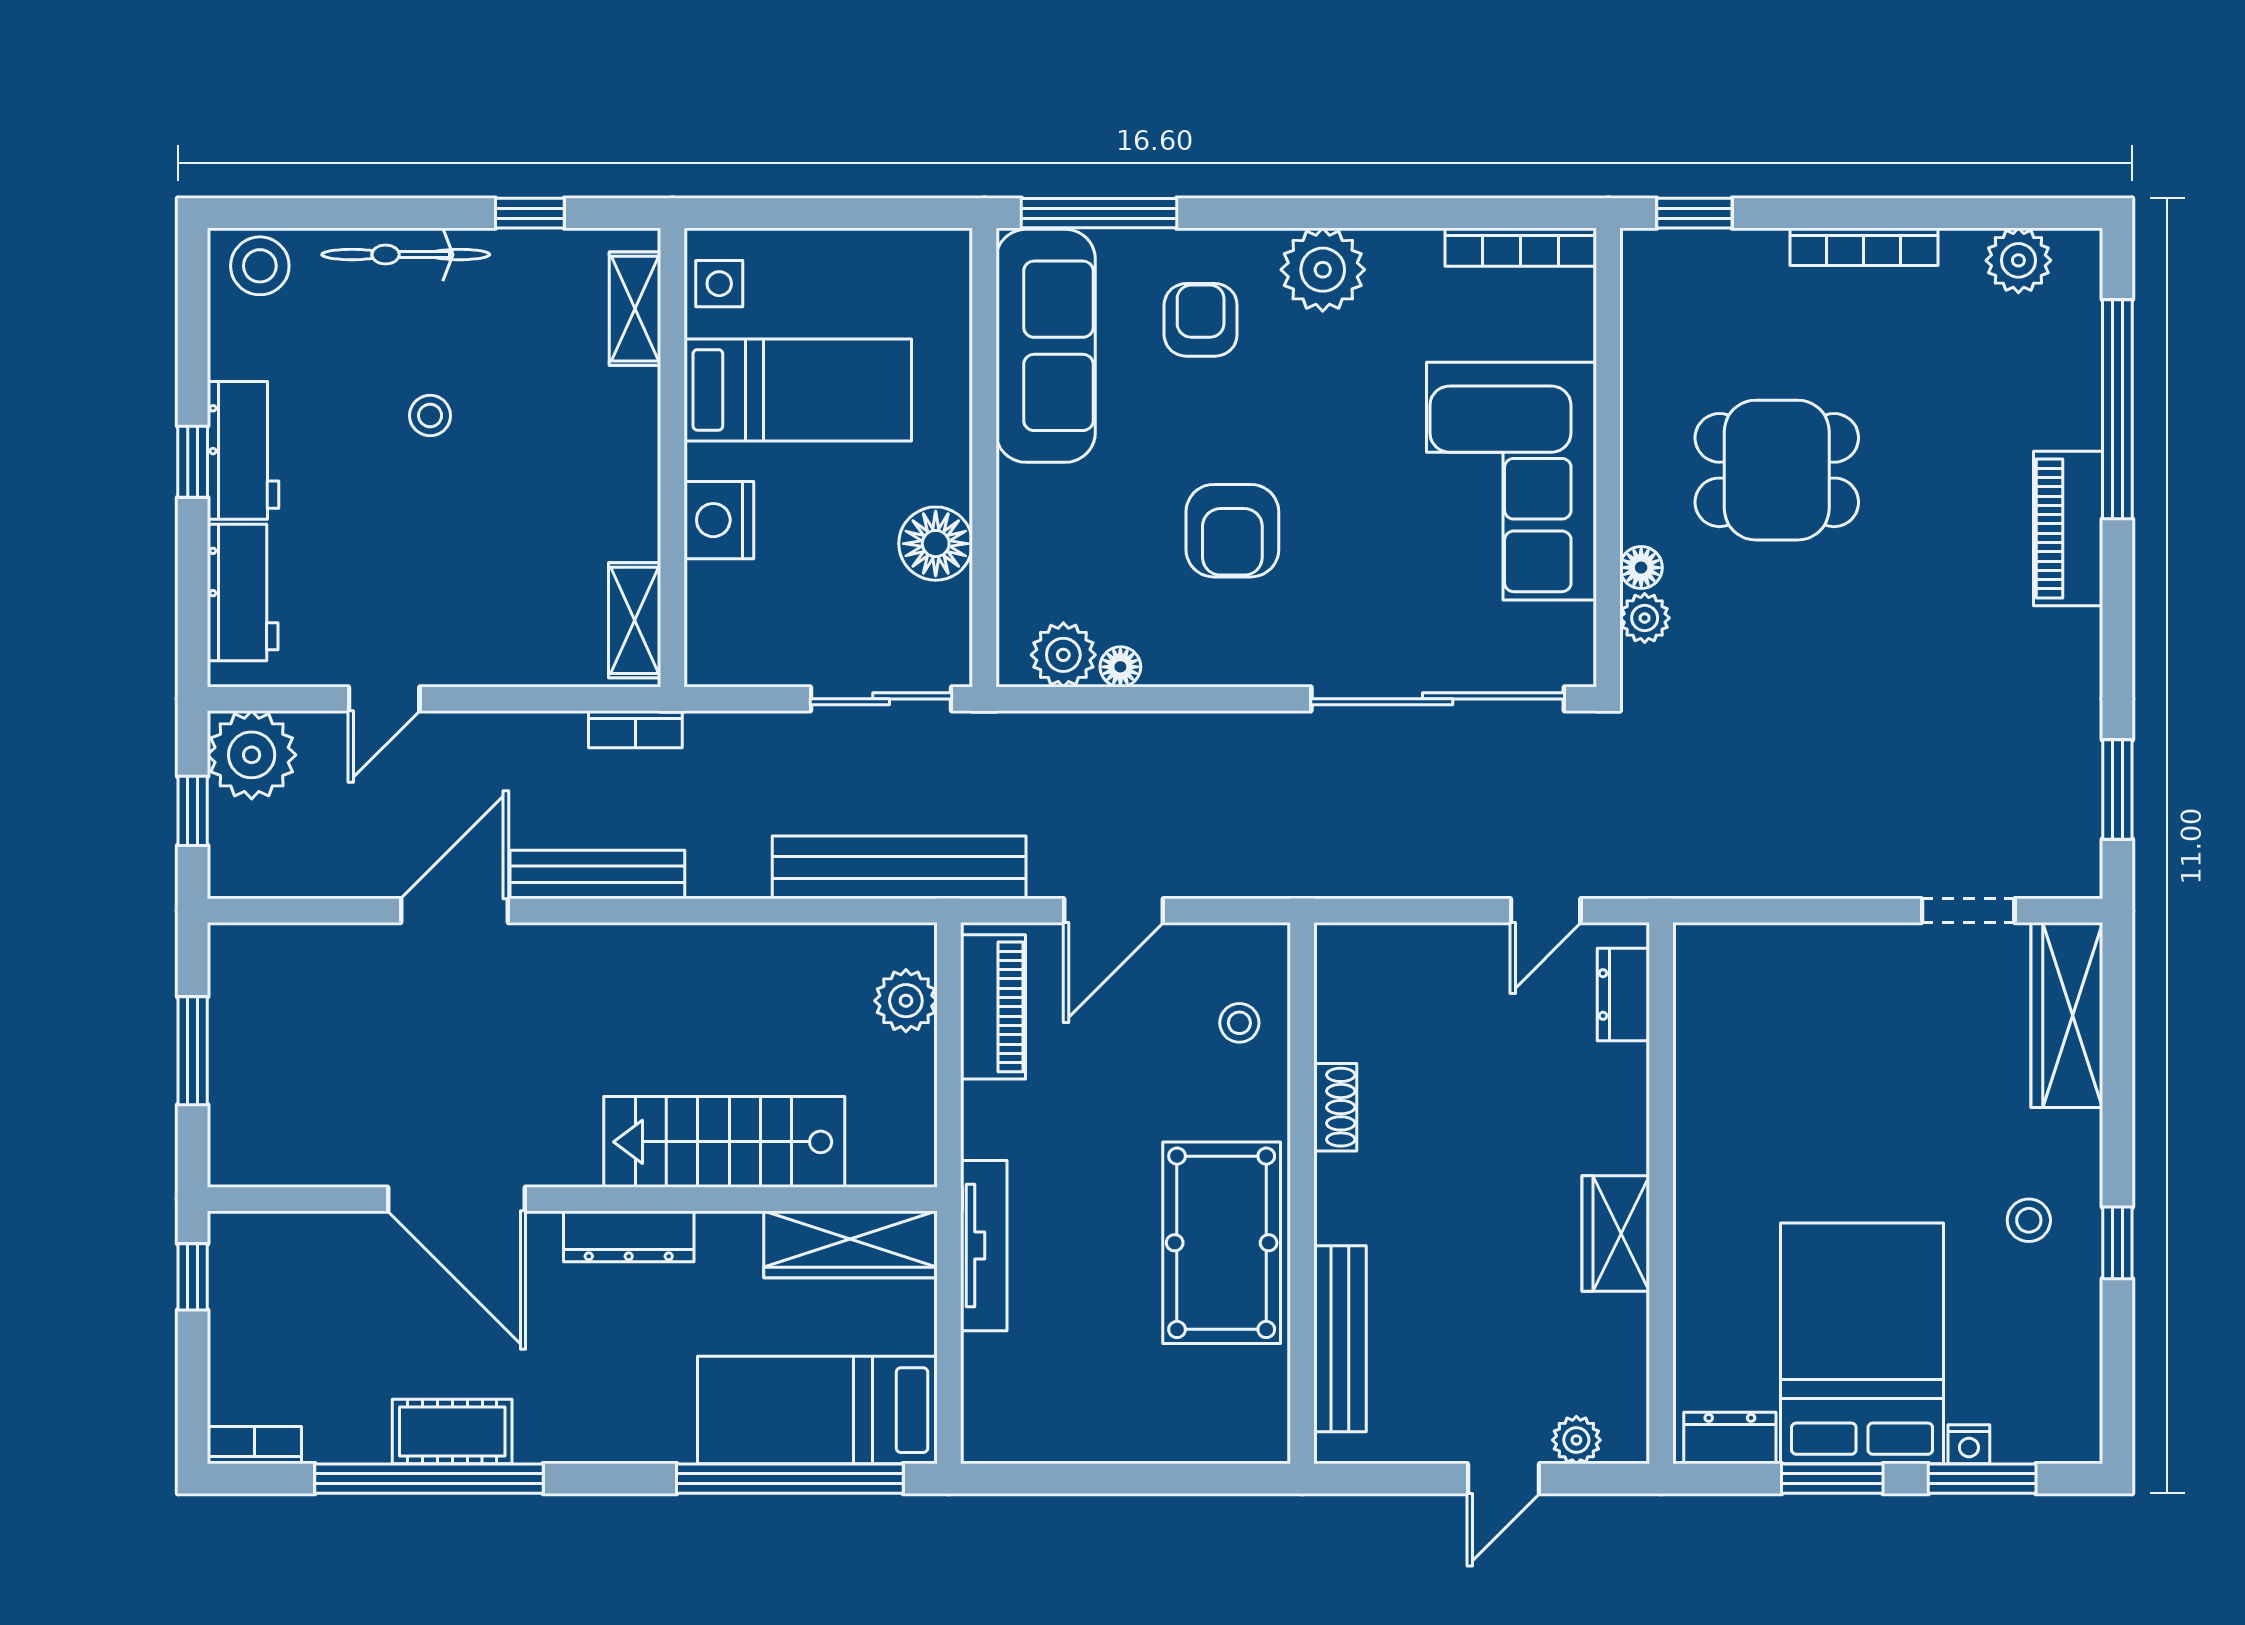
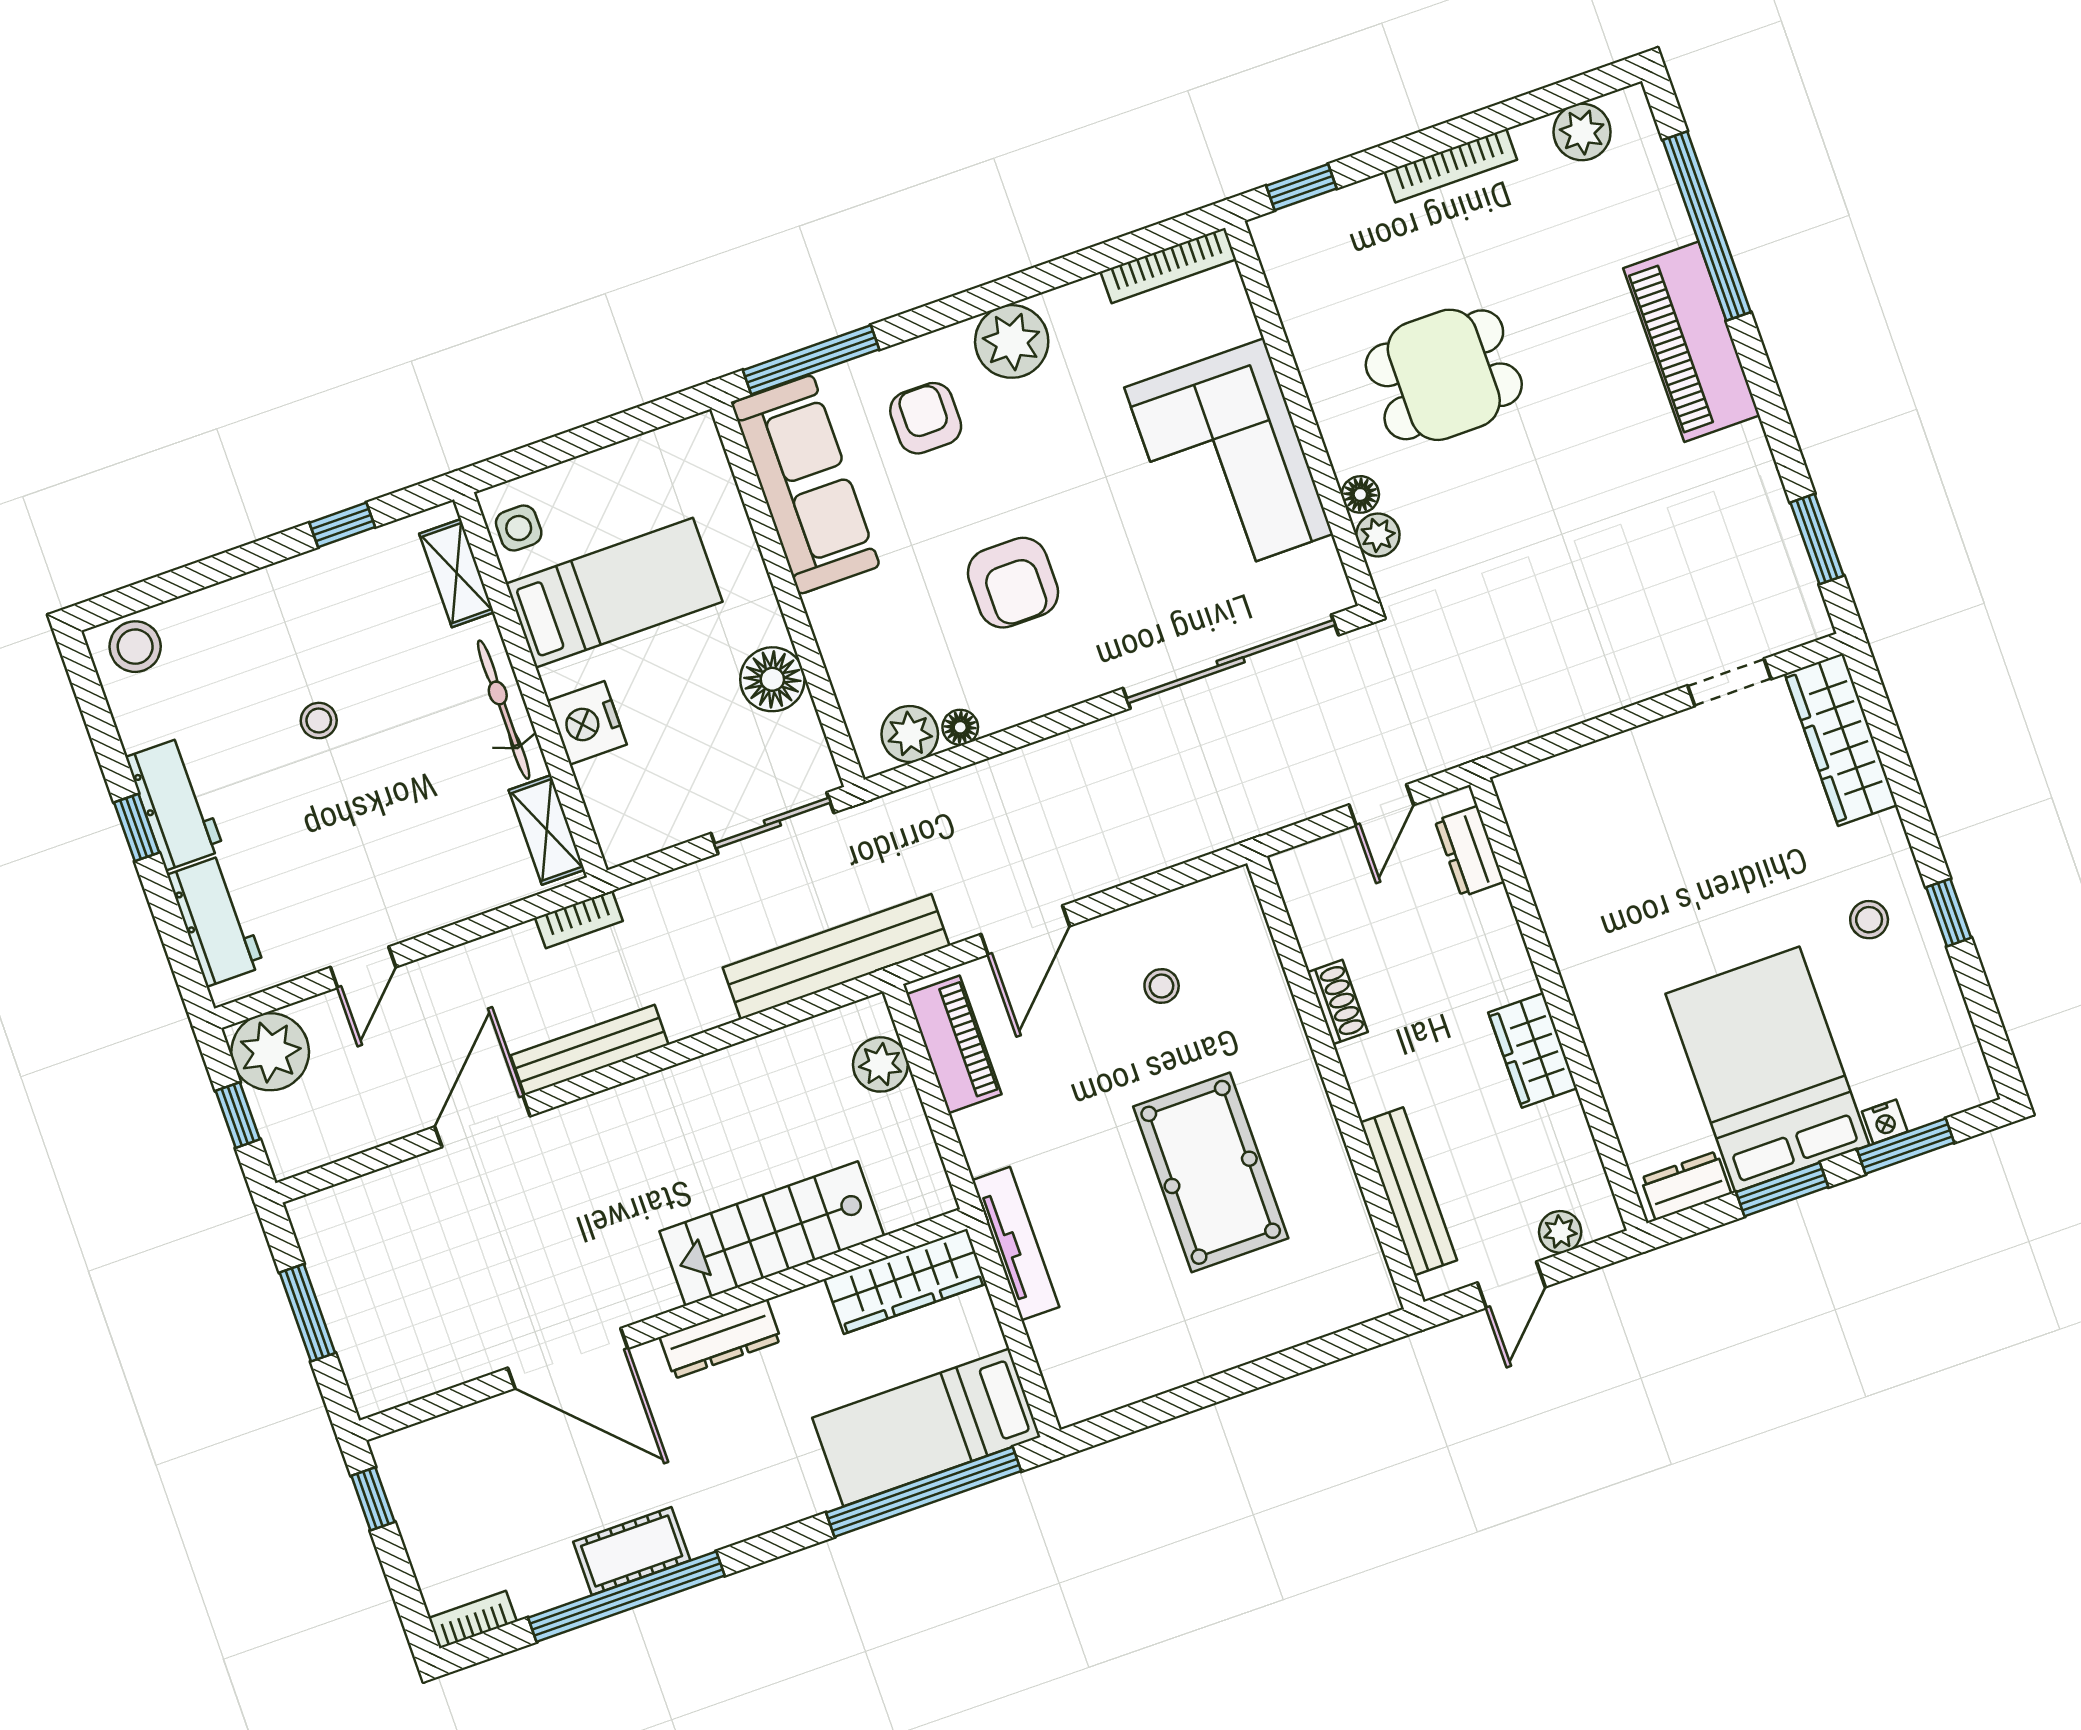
bicycle: (406, 255) -> (504, 710), moved, turned 90
piano: (2068, 529) -> (1691, 342), width x1.37, depth x1.33
shoe rack: (1335, 1107) -> (1338, 1002), moved
wall: (1302, 1193) -> (1335, 1083), moved
bench: (1340, 1339) -> (1409, 1191), moved

